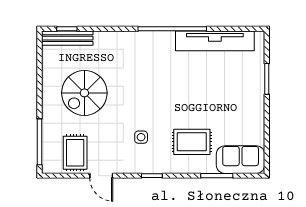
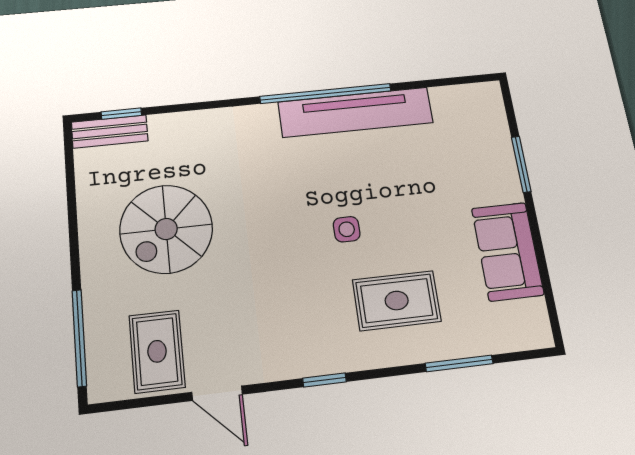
bench: (67, 38) -> (110, 132), width x0.73
tv unit: (215, 41) -> (356, 112), moved
side table: (141, 137) -> (347, 229), moved
sofa: (241, 160) -> (507, 251), moved, turned -90

